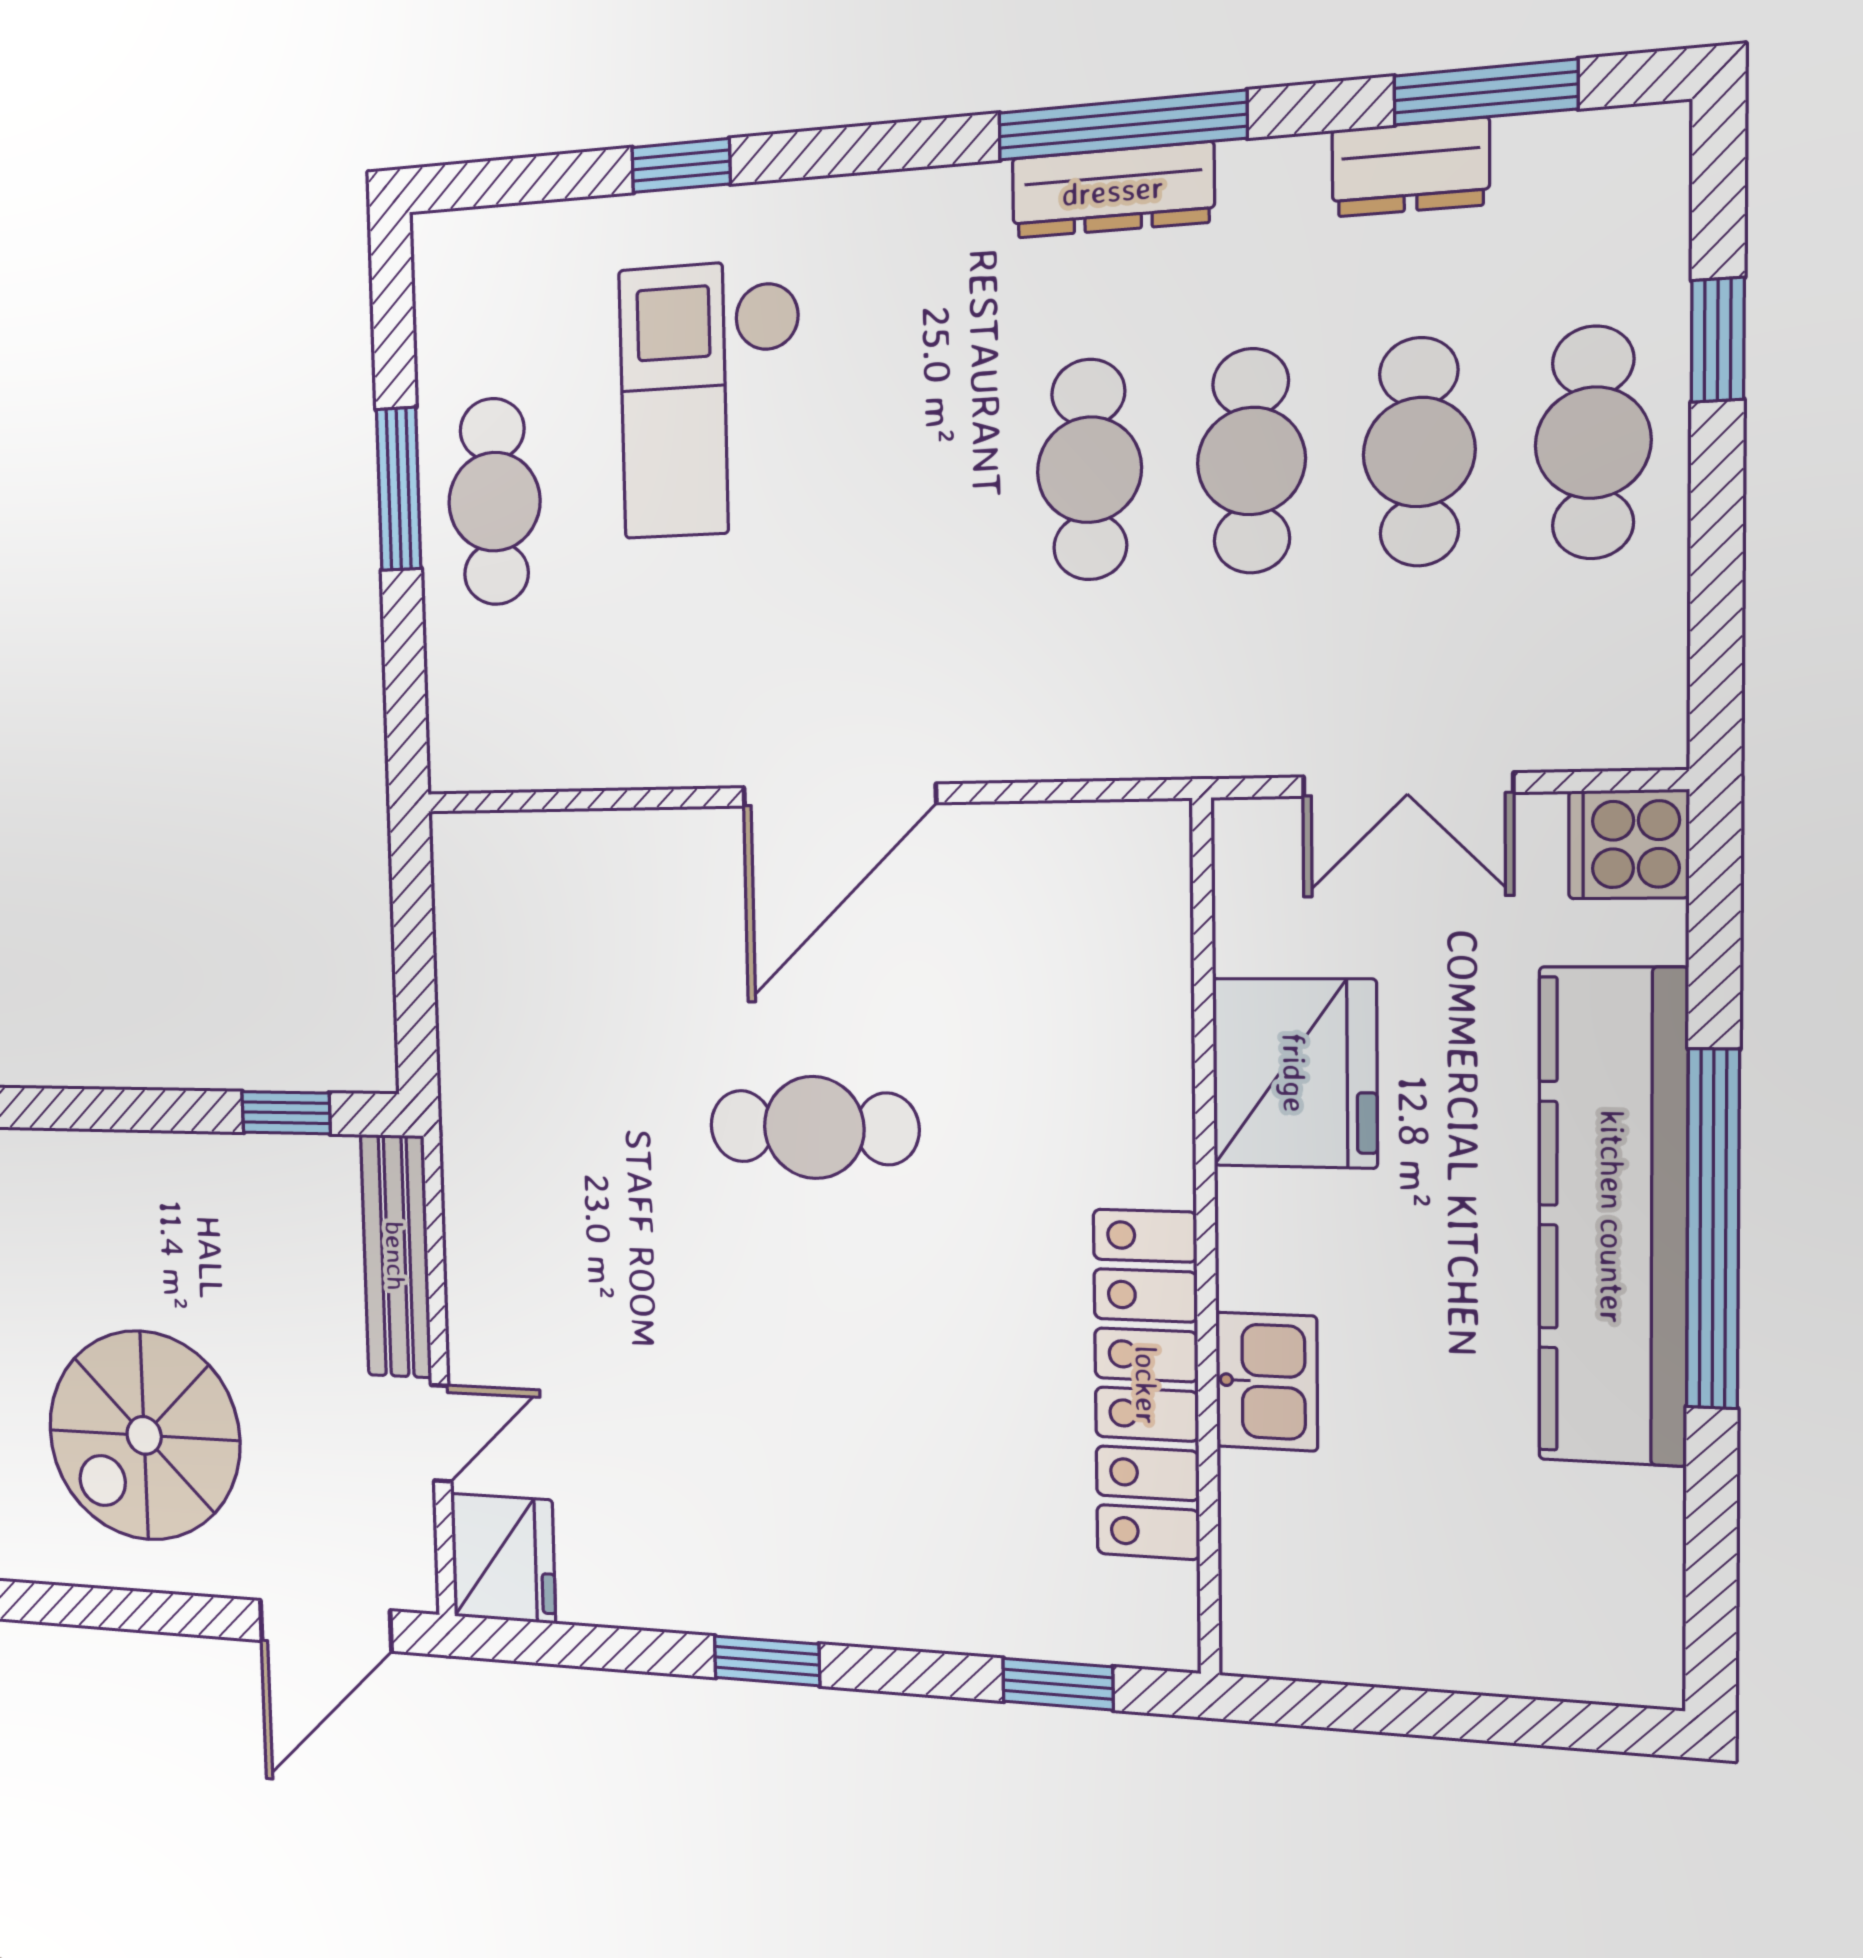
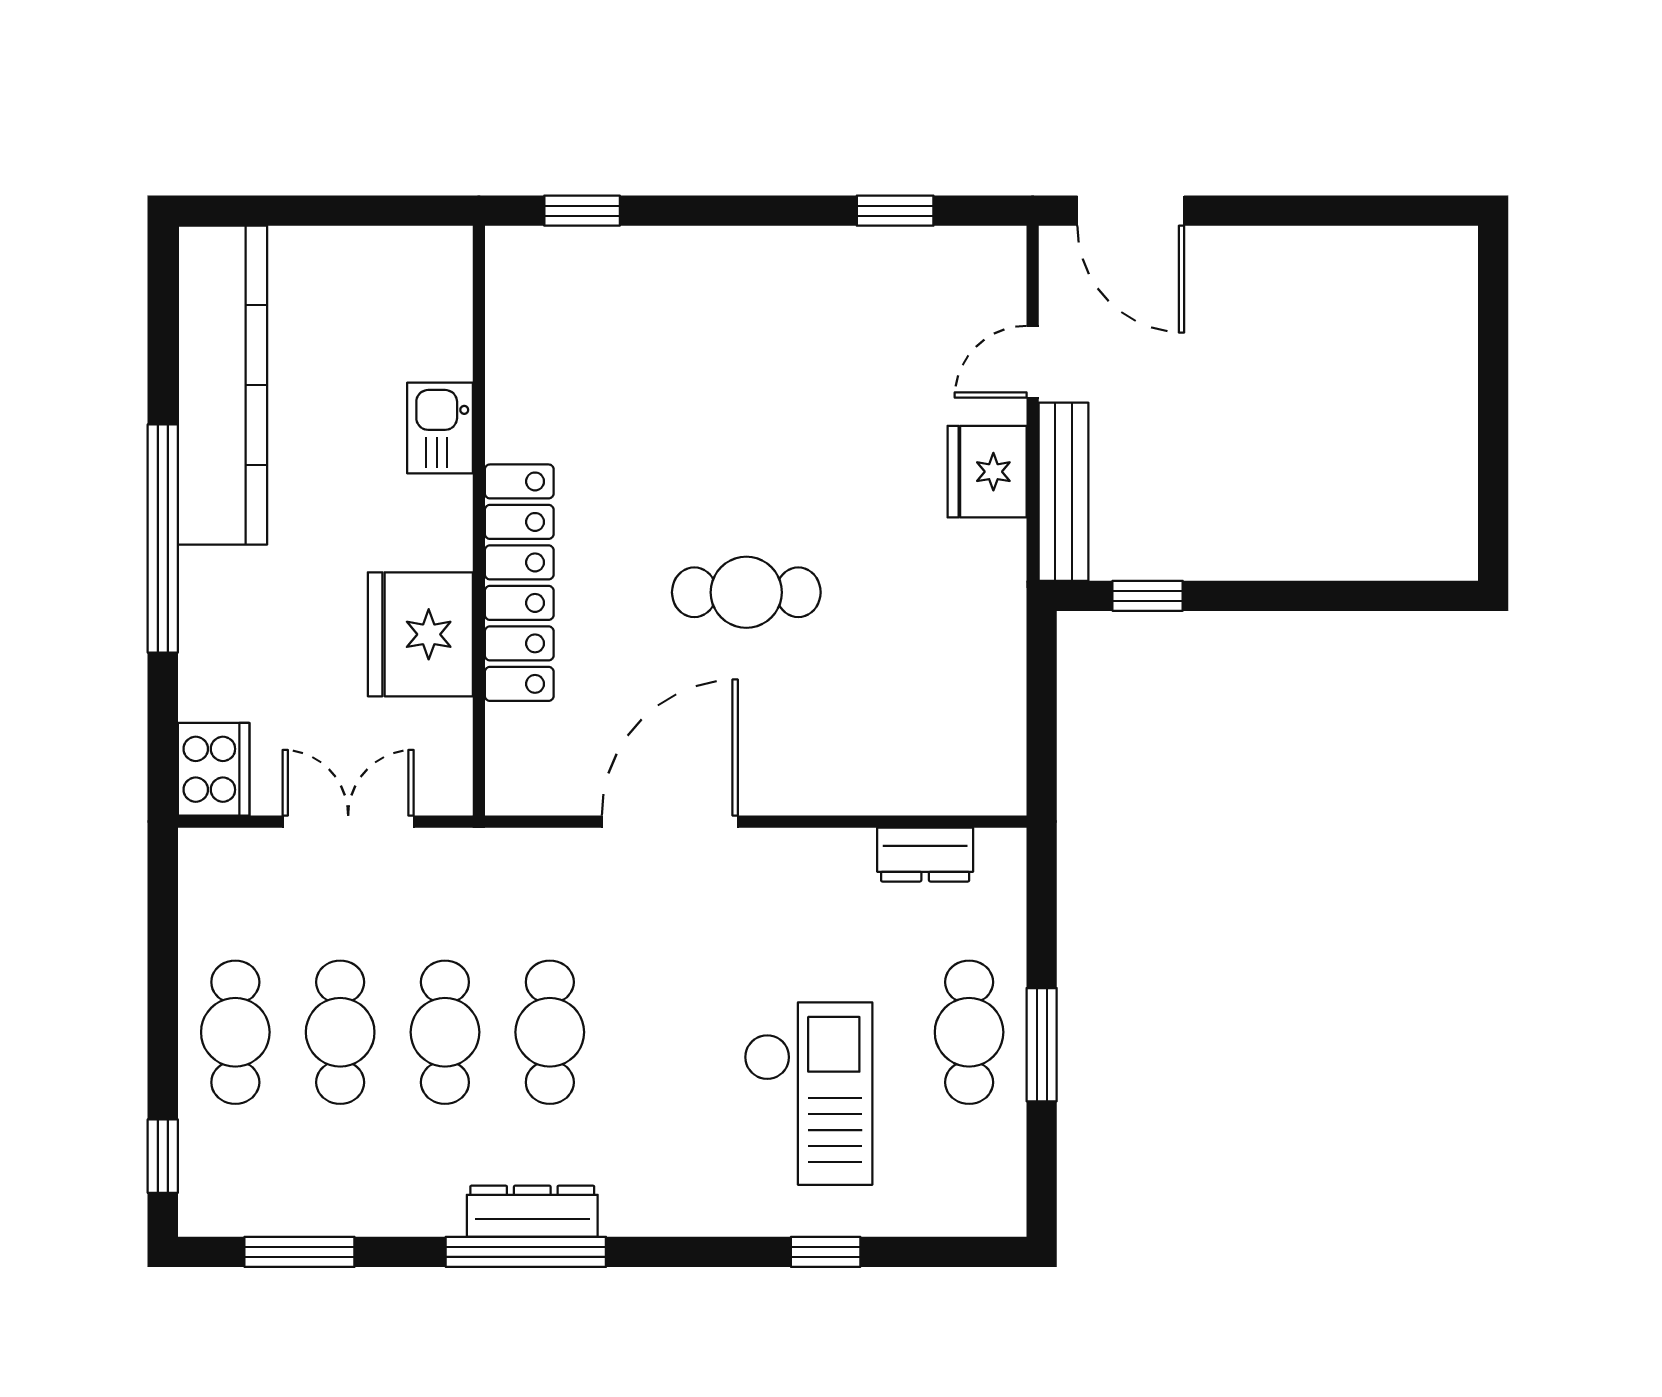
dresser: (1410, 167) -> (925, 855), moved, turned 180
window: (1718, 340) -> (163, 1156), moved
door: (839, 795) -> (670, 822), moved
cooker: (1629, 844) -> (214, 769), width x1.36
kitchen counter: (1613, 1217) -> (222, 385), moved
locker: (1147, 1385) -> (519, 583), moved
spiral stairs: (144, 1435) -> (1276, 347), removed
fridge: (503, 1558) -> (987, 472), moved
door: (325, 1626) -> (1131, 211), swing flipped
window: (767, 1661) -> (895, 211), moved

